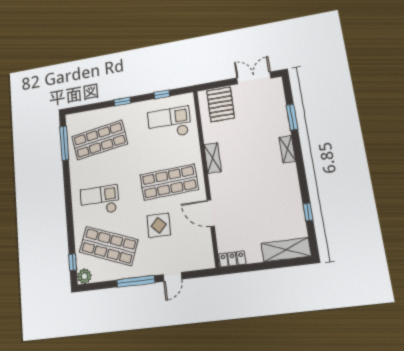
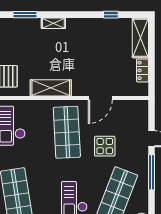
shelving: (213, 158) -> (51, 88), width x1.50, depth x1.33
locker: (232, 259) -> (142, 70), moved

